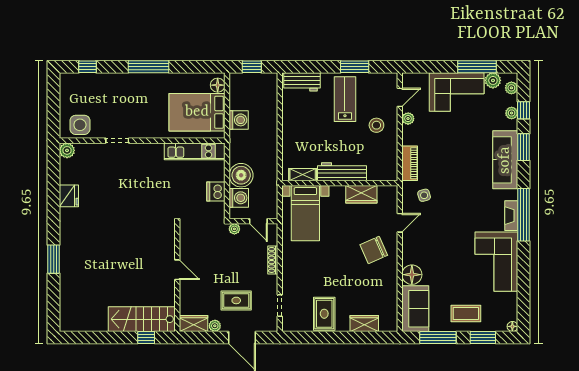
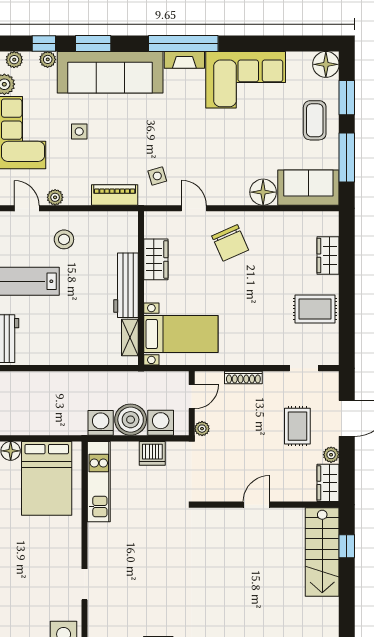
washing machine: (239, 120) -> (101, 423), moved
side table: (457, 137) -> (79, 131), added
sofa: (505, 160) -> (110, 72), width x1.36, depth x1.27
floor lamp: (512, 326) -> (326, 64), width x1.89, depth x1.89

